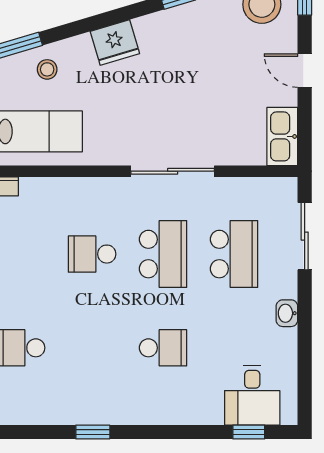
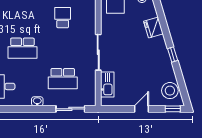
kitchen sink: (282, 136) -> (107, 84), moved, turned 90
school desk: (163, 254) -> (63, 48), removed
school desk: (163, 348) -> (22, 48), width x1.85

